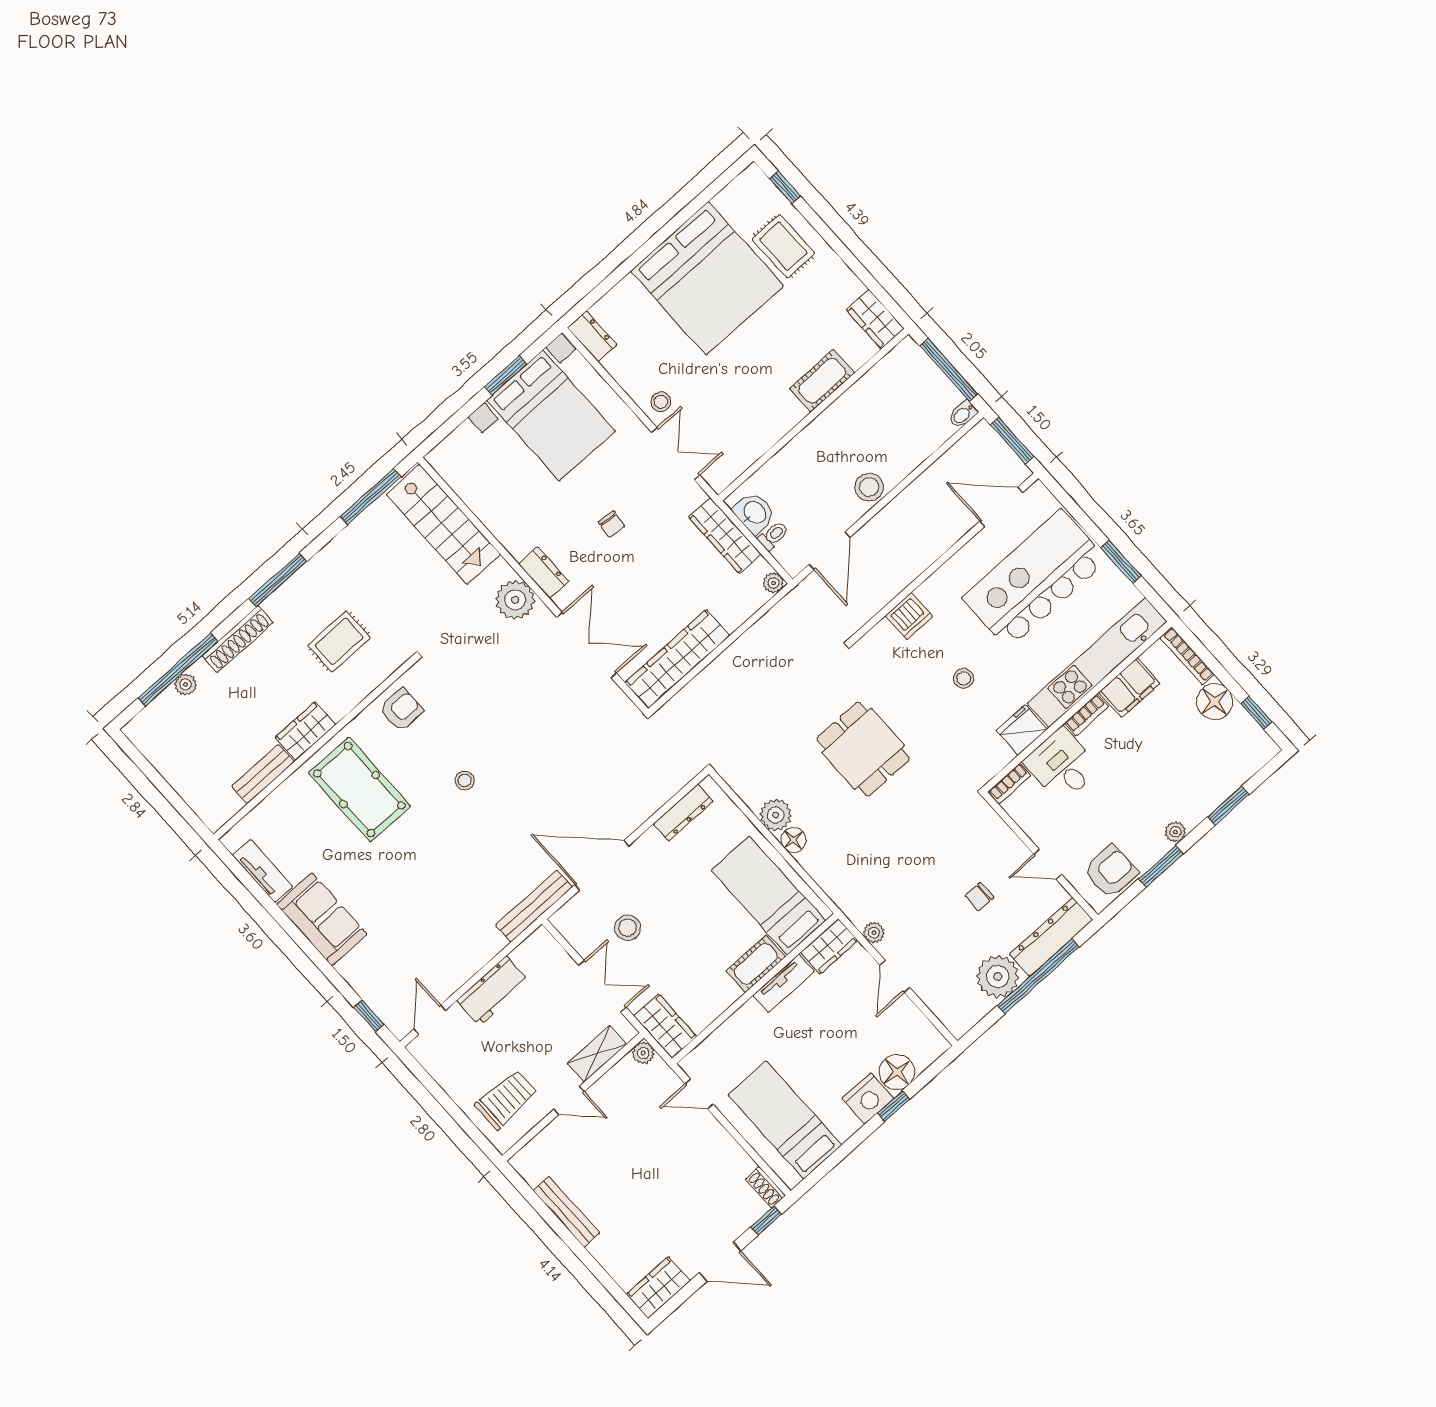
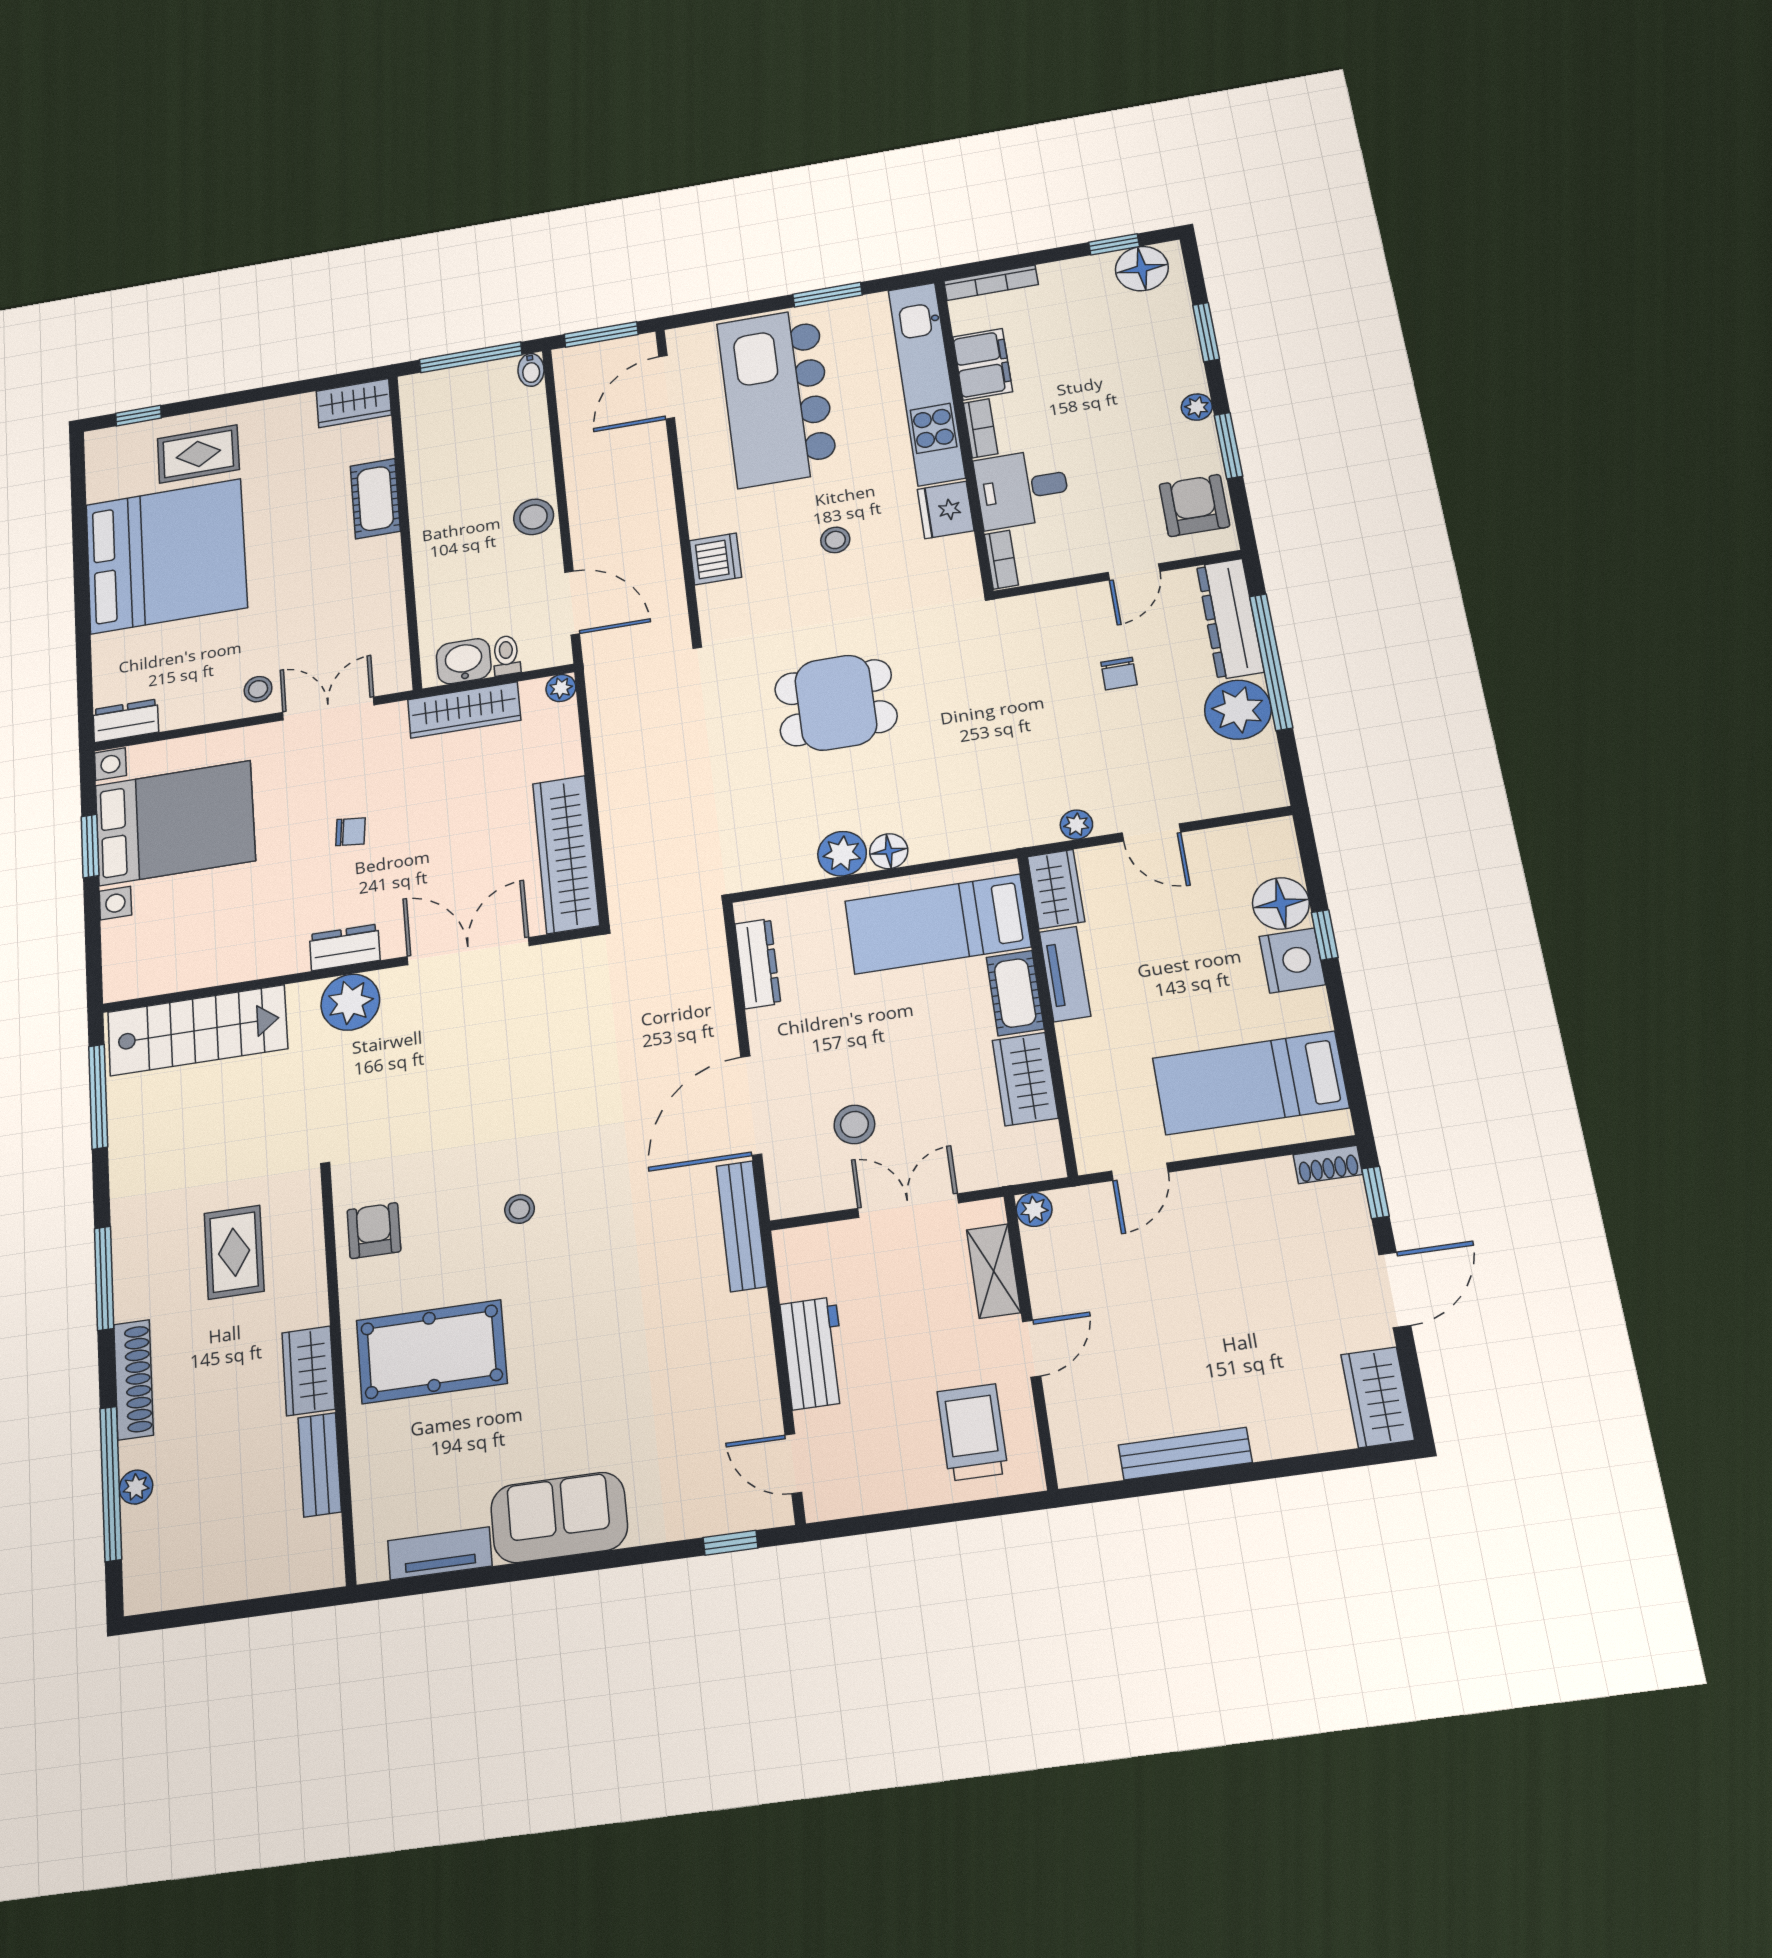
floor lamp: (1215, 702) -> (1142, 269), moved
wardrobe: (665, 1026) -> (1025, 1079), moved, turned -90

